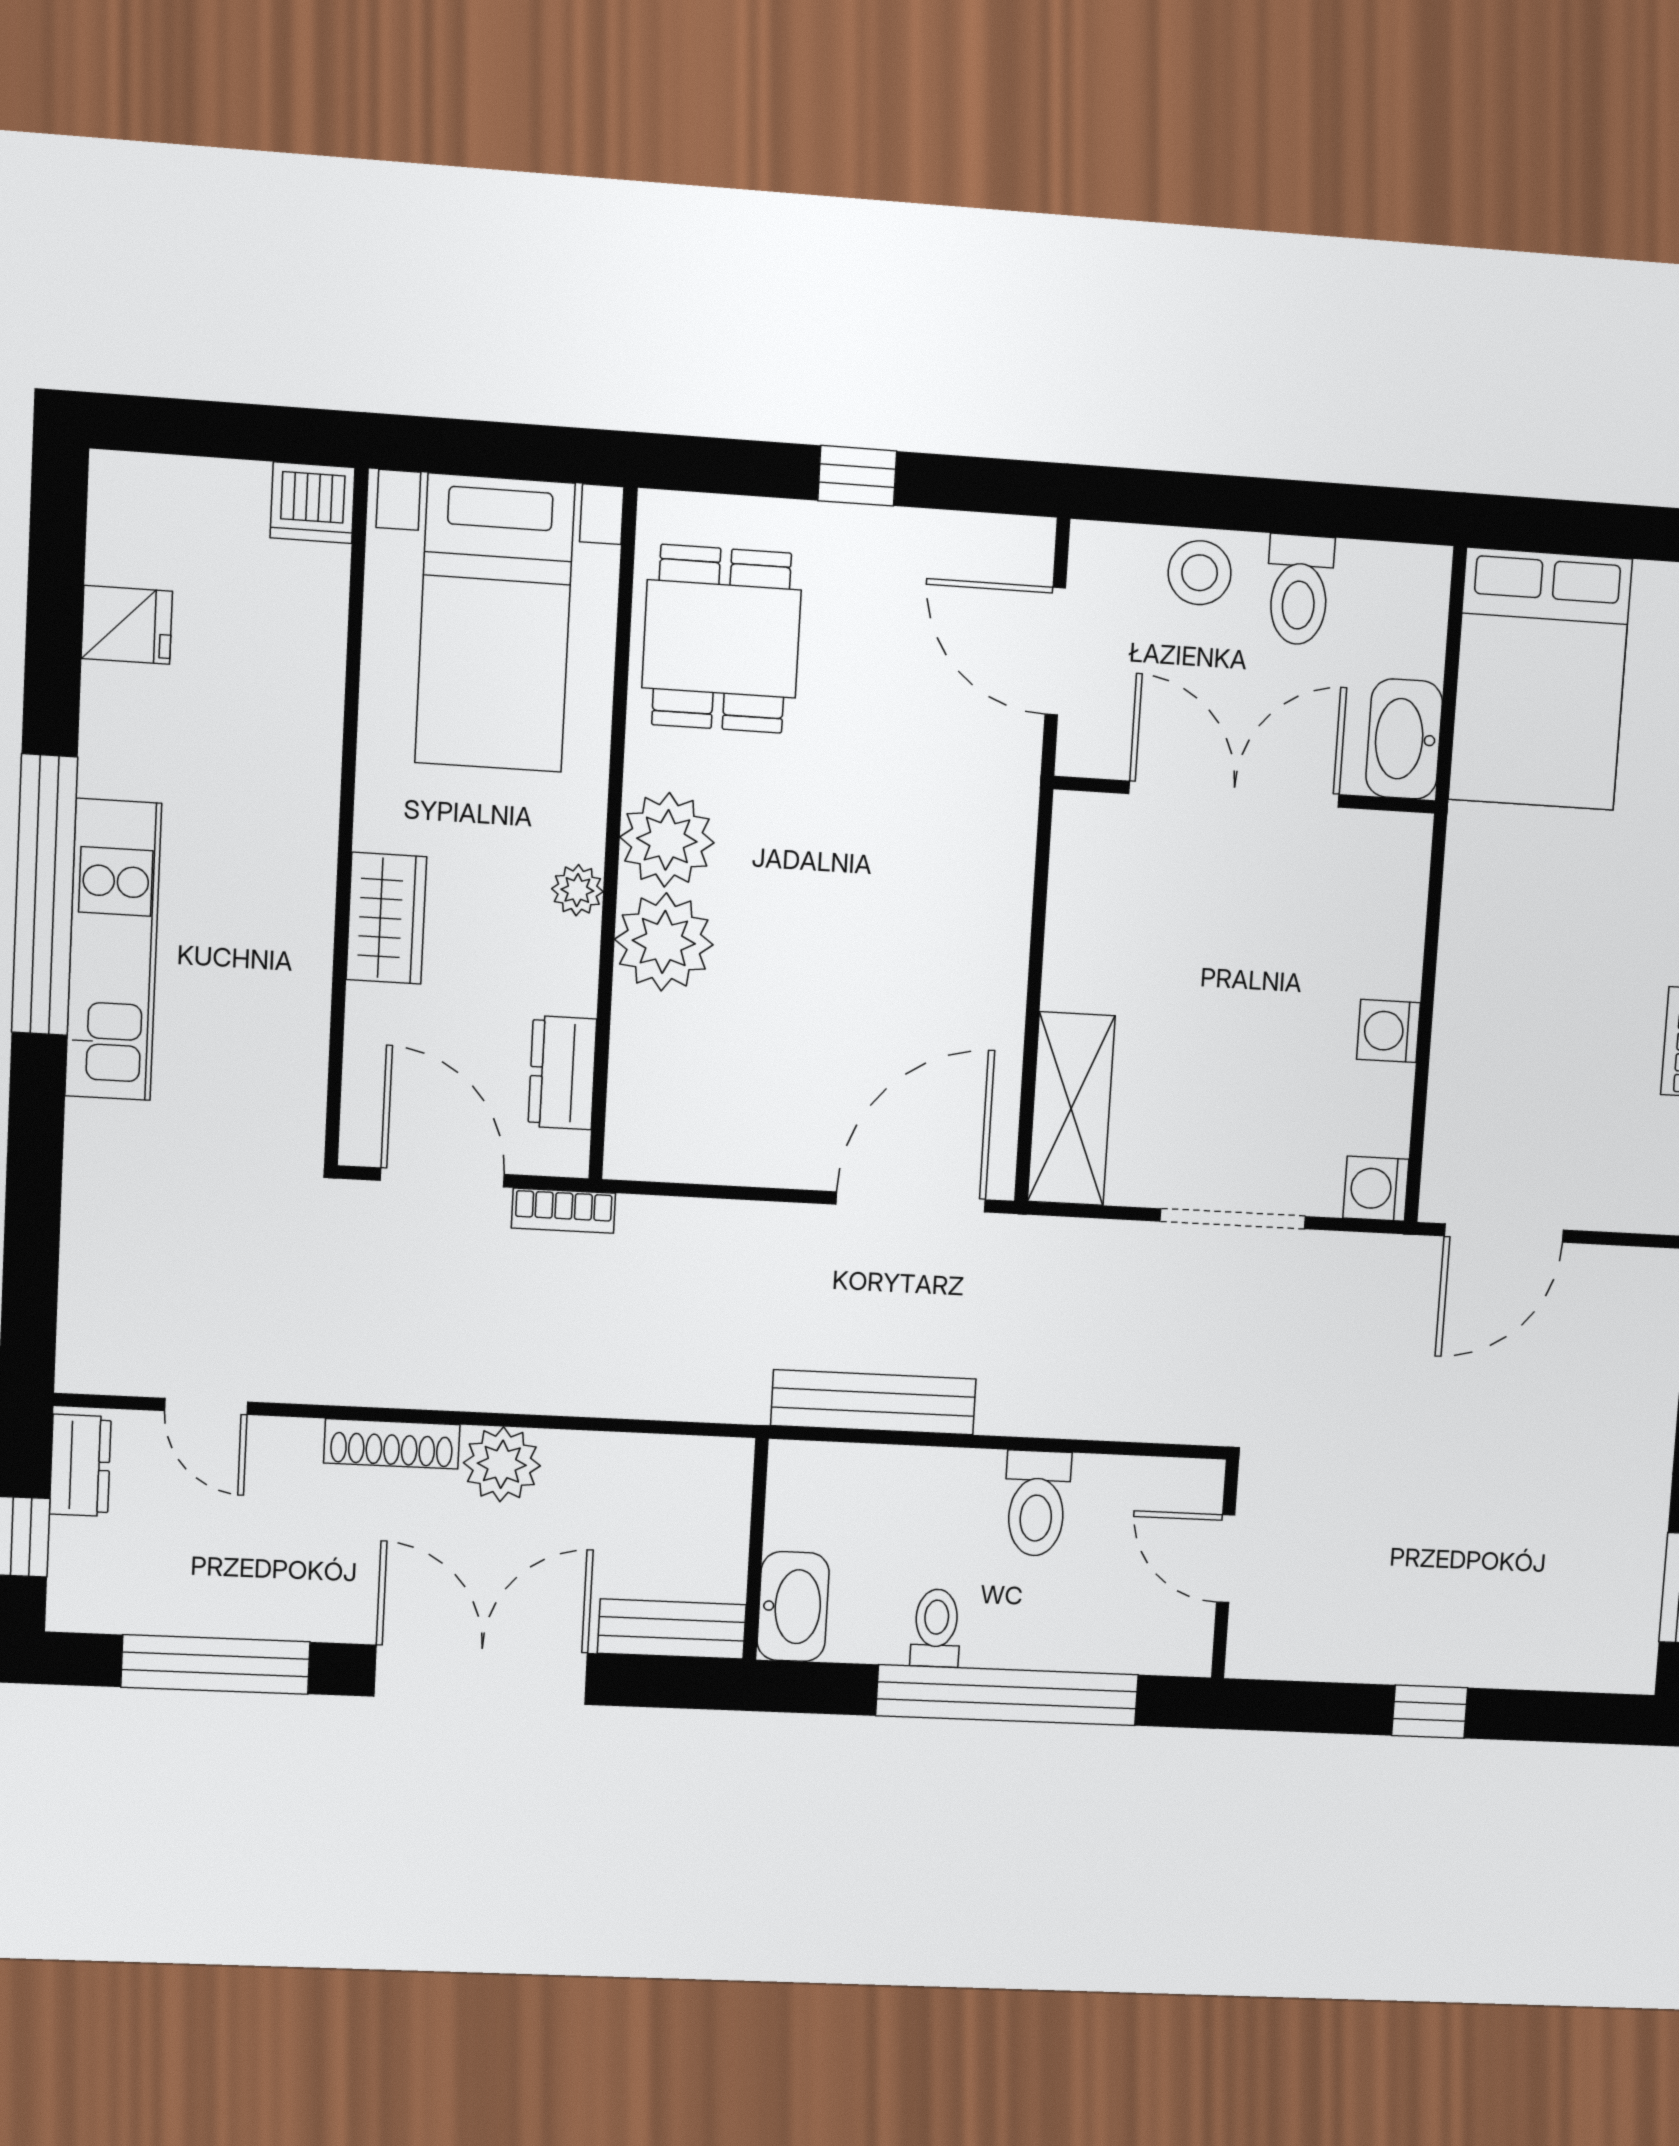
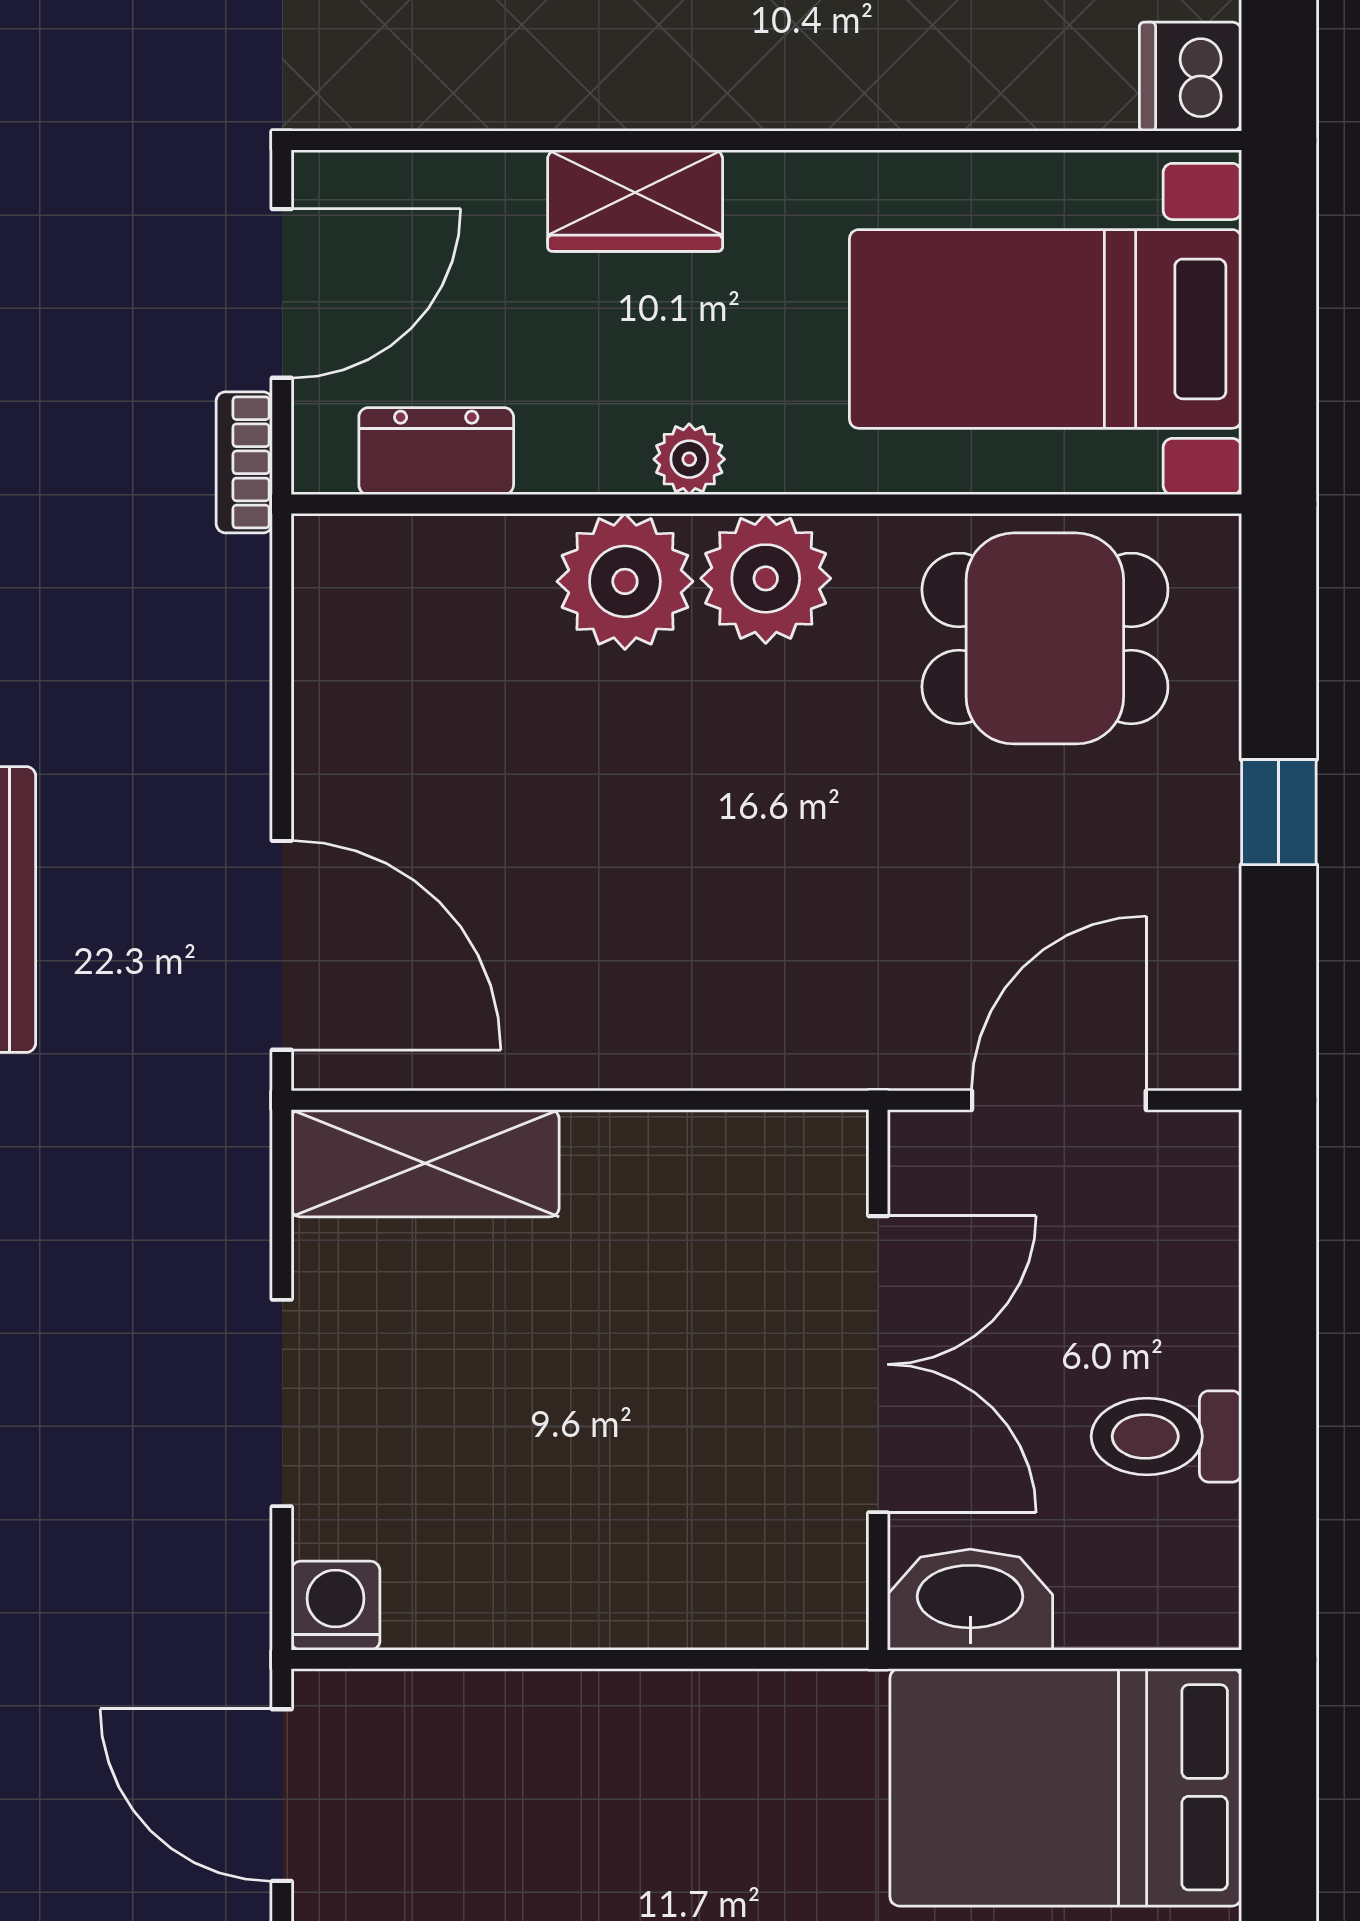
stool: (1200, 573) -> (1180, 1295), removed
washing machine: (1389, 1031) -> (560, 1607), removed

